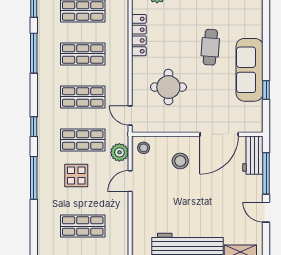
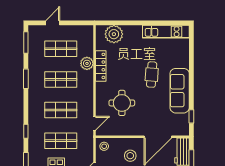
window: (34, 53) -> (26, 79), width x0.69
window: (266, 90) -> (191, 116), moved
door: (130, 115) -> (95, 123), swing flipped
plant: (119, 152) -> (87, 63), moved

